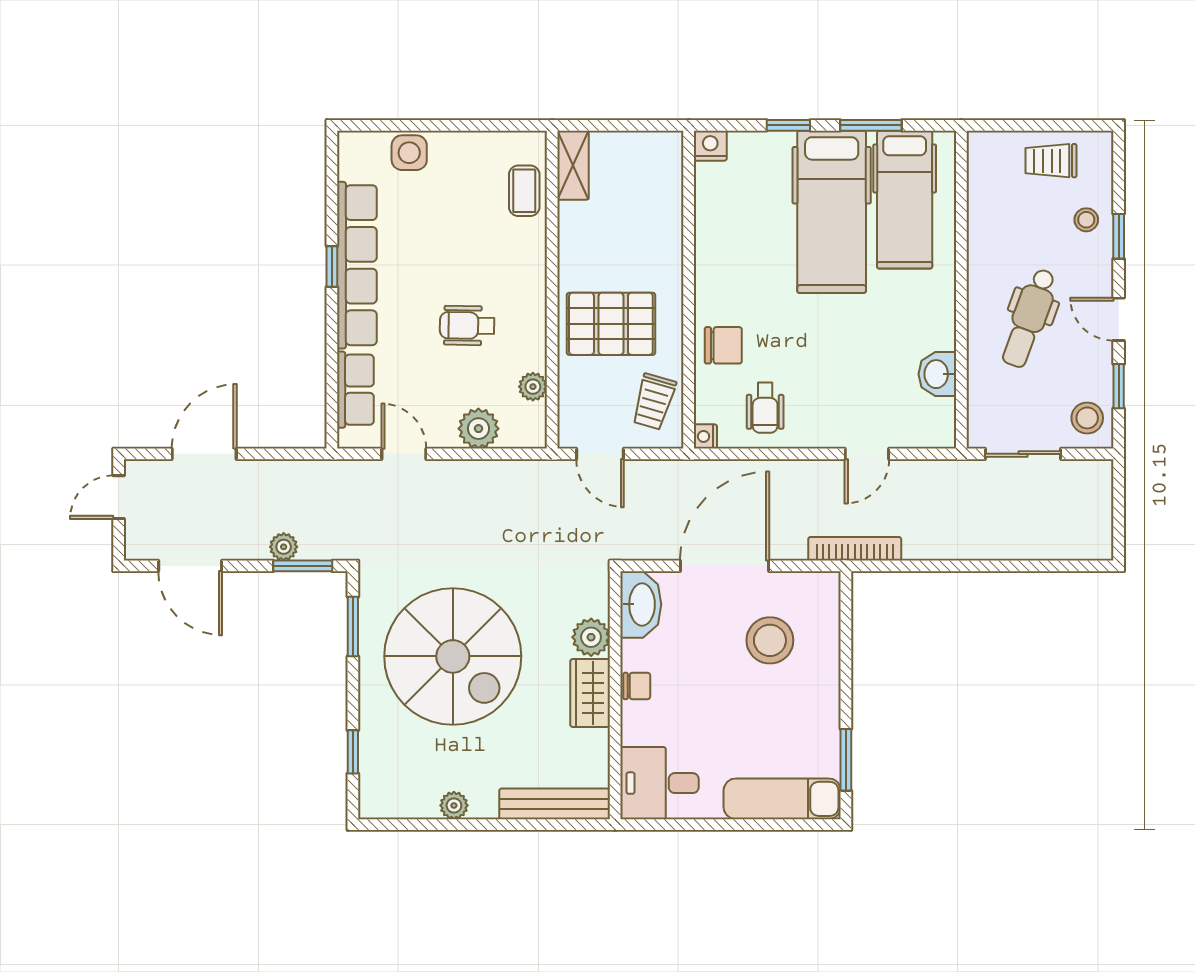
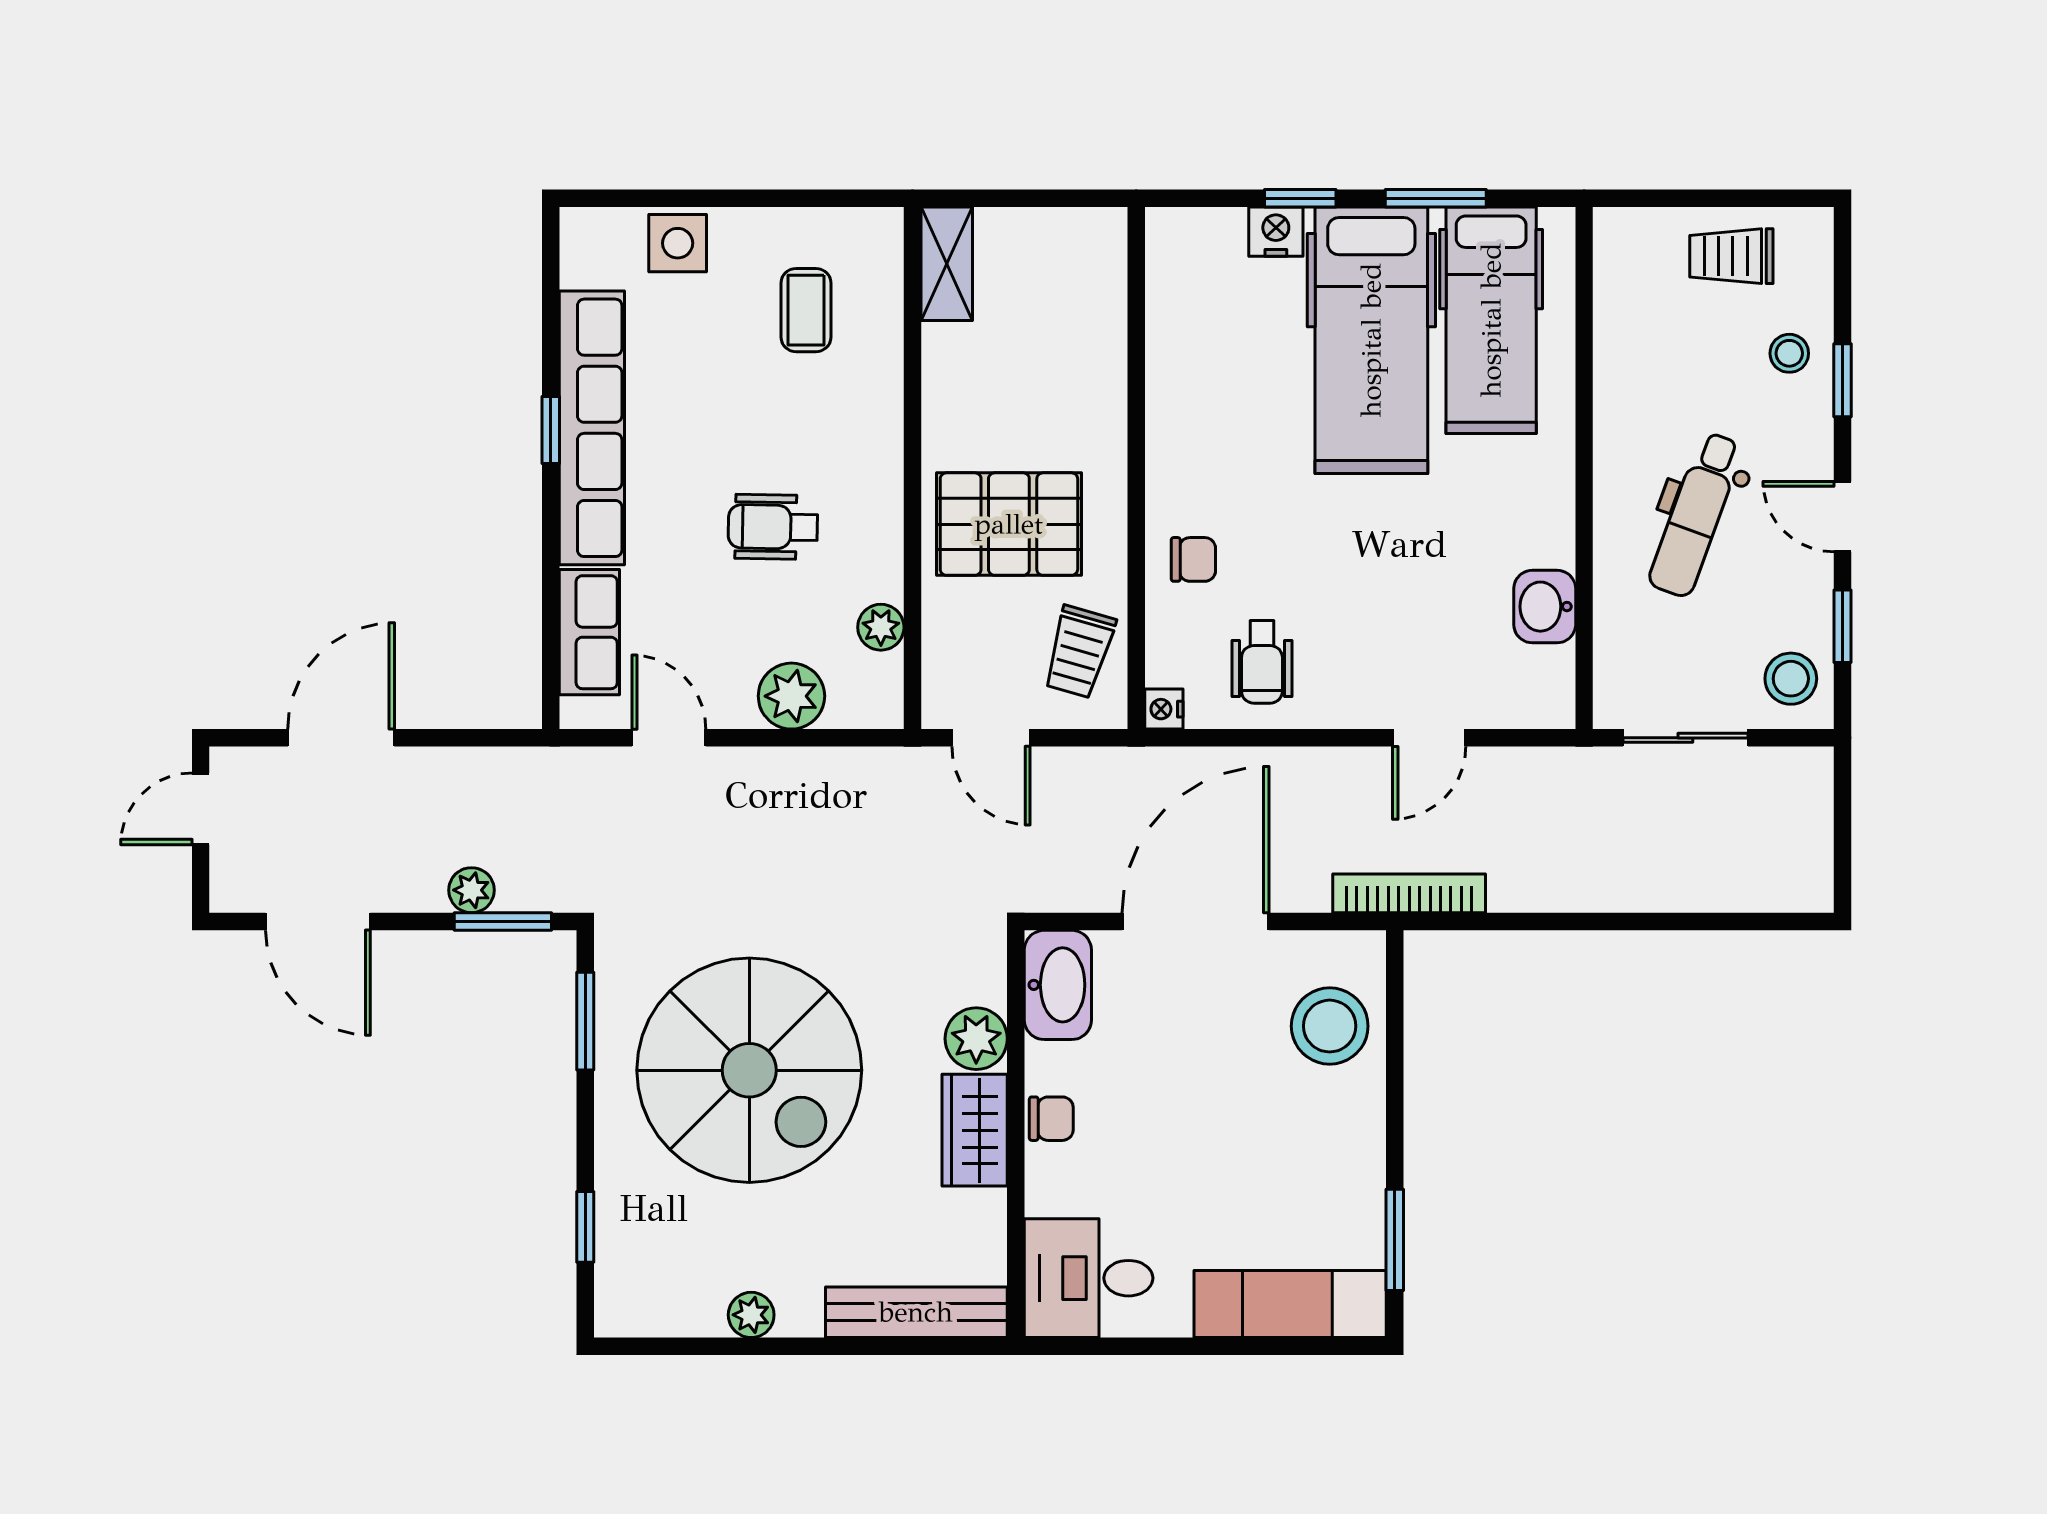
nightstand: (710, 146) -> (1276, 232), moved
coffee table: (524, 191) -> (806, 310), moved
chair: (723, 345) -> (1193, 559), width x0.73, depth x0.73
stool: (770, 640) -> (1330, 1026), moved

